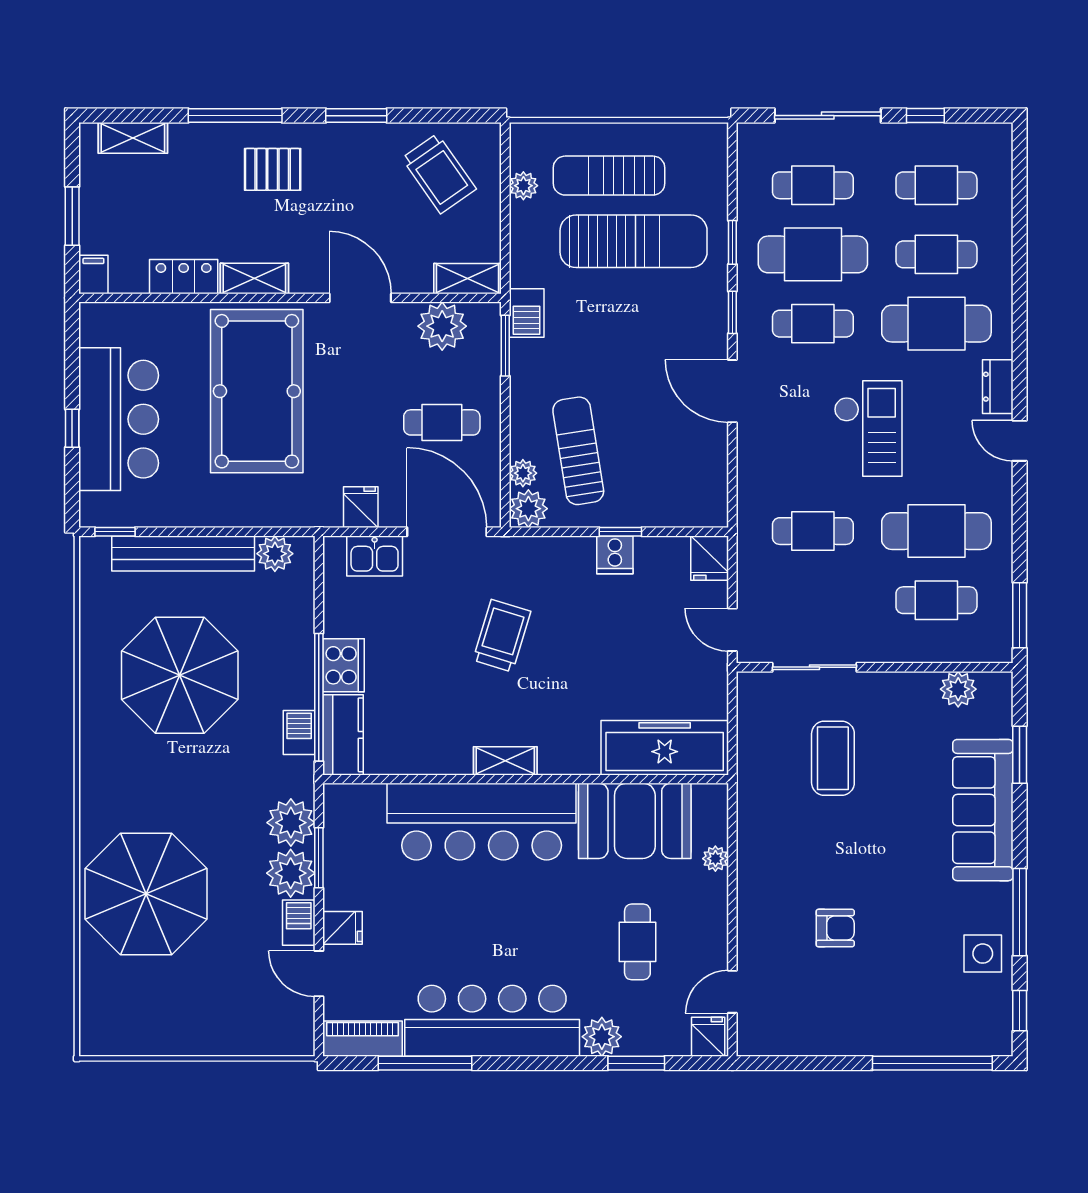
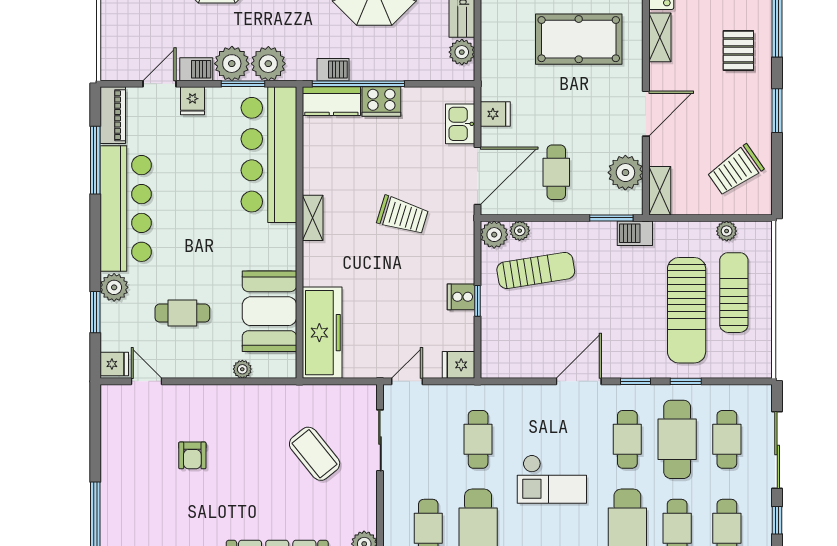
pool table: (257, 391) -> (579, 39), width x0.73, depth x0.76
coffee table: (833, 758) -> (315, 454), turned 51
bar counter: (482, 822) -> (269, 155), moved

